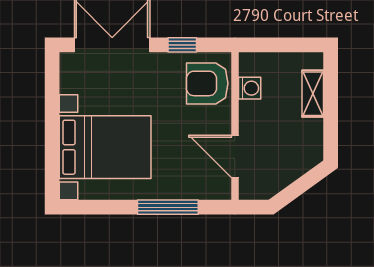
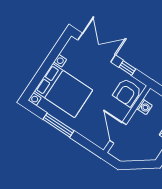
armchair: (207, 83) -> (127, 92), turned -90
window: (168, 207) -> (58, 125), moved

